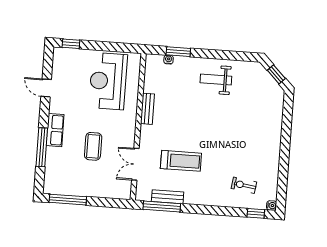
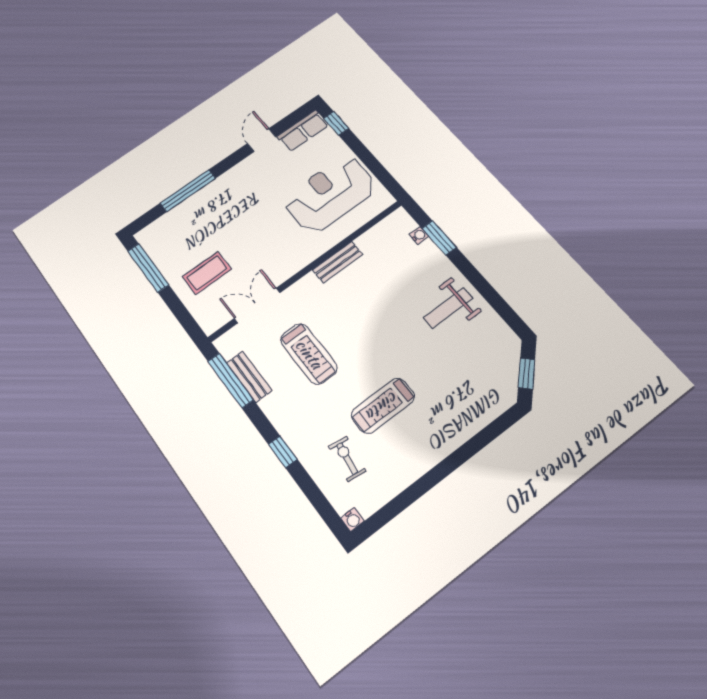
weight bench: (216, 80) -> (448, 308), turned -90
row of seats: (55, 130) -> (303, 131), moved
coffee table: (93, 146) -> (207, 273), moved
treadmill: (235, 149) -> (383, 406), added
window: (256, 213) -> (283, 452), moved

